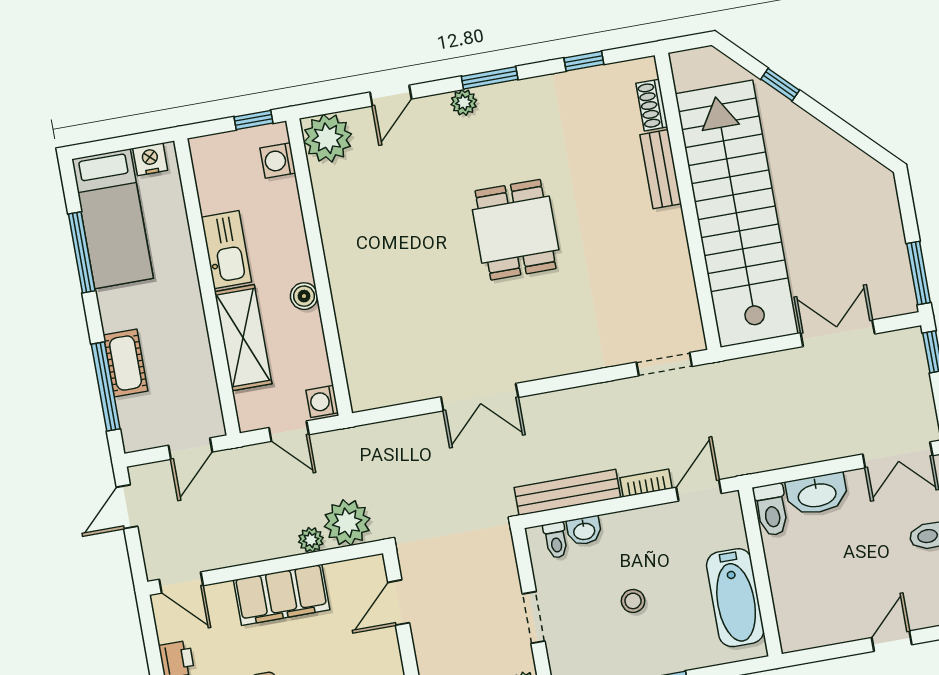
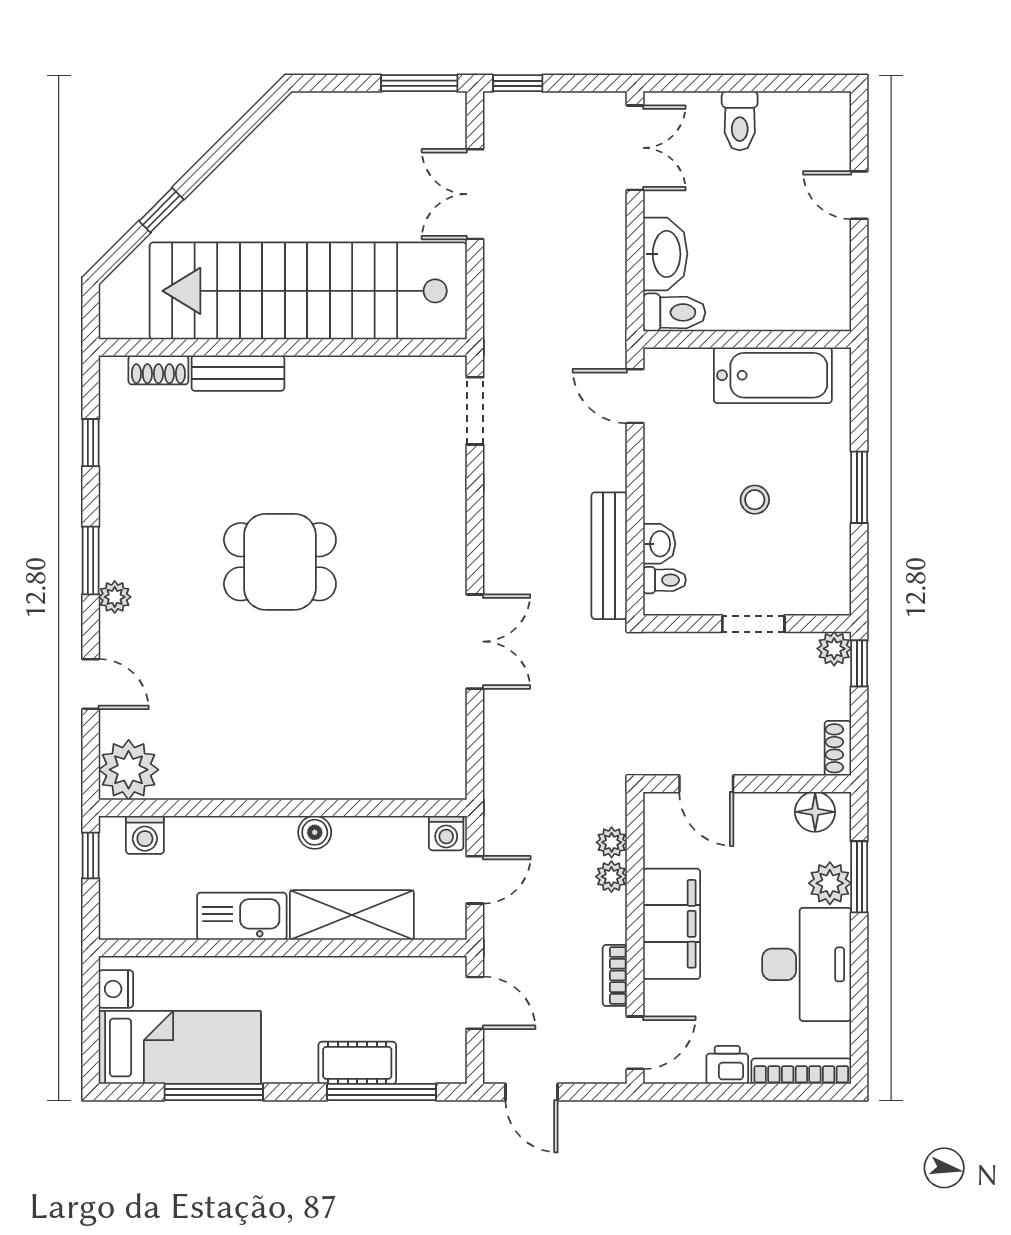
bookcase: (646, 483) -> (615, 975), moved
plant: (347, 523) -> (612, 842), width x0.53, depth x0.53

